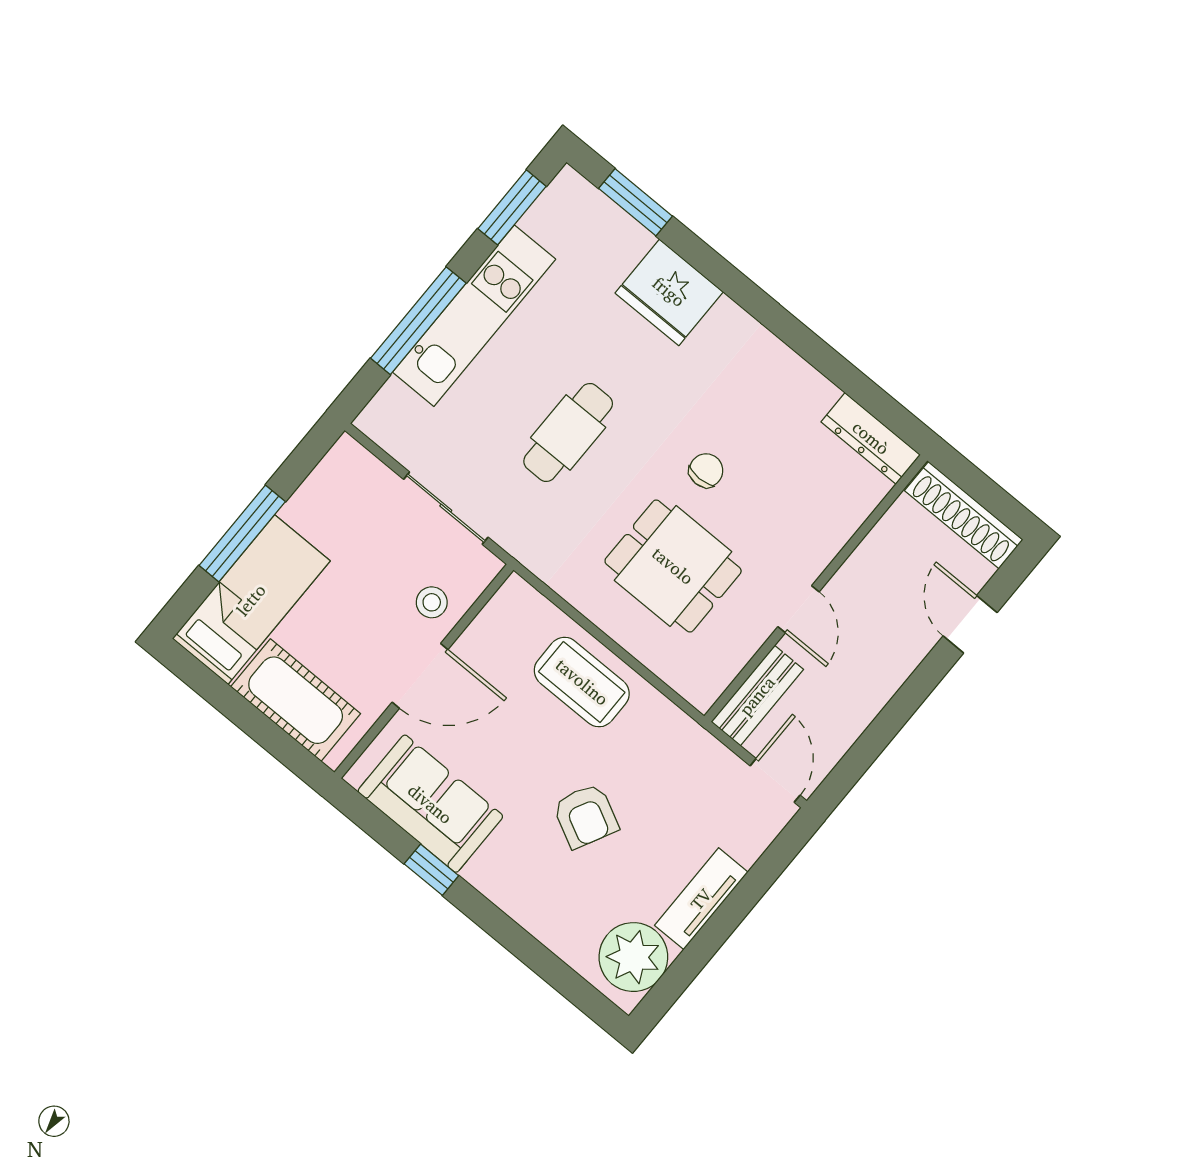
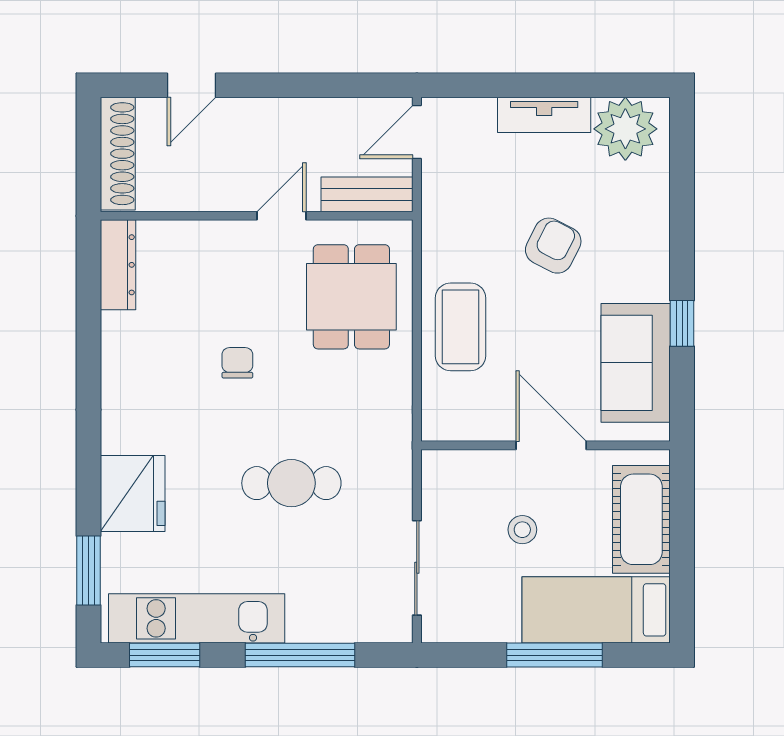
kitchen unit: (474, 316) -> (197, 618), moved
chair: (706, 471) -> (237, 363), turned 90
sliding door: (446, 508) -> (417, 568), moved
dining table: (673, 566) -> (351, 297), moved
stool: (432, 602) -> (522, 530), moved

